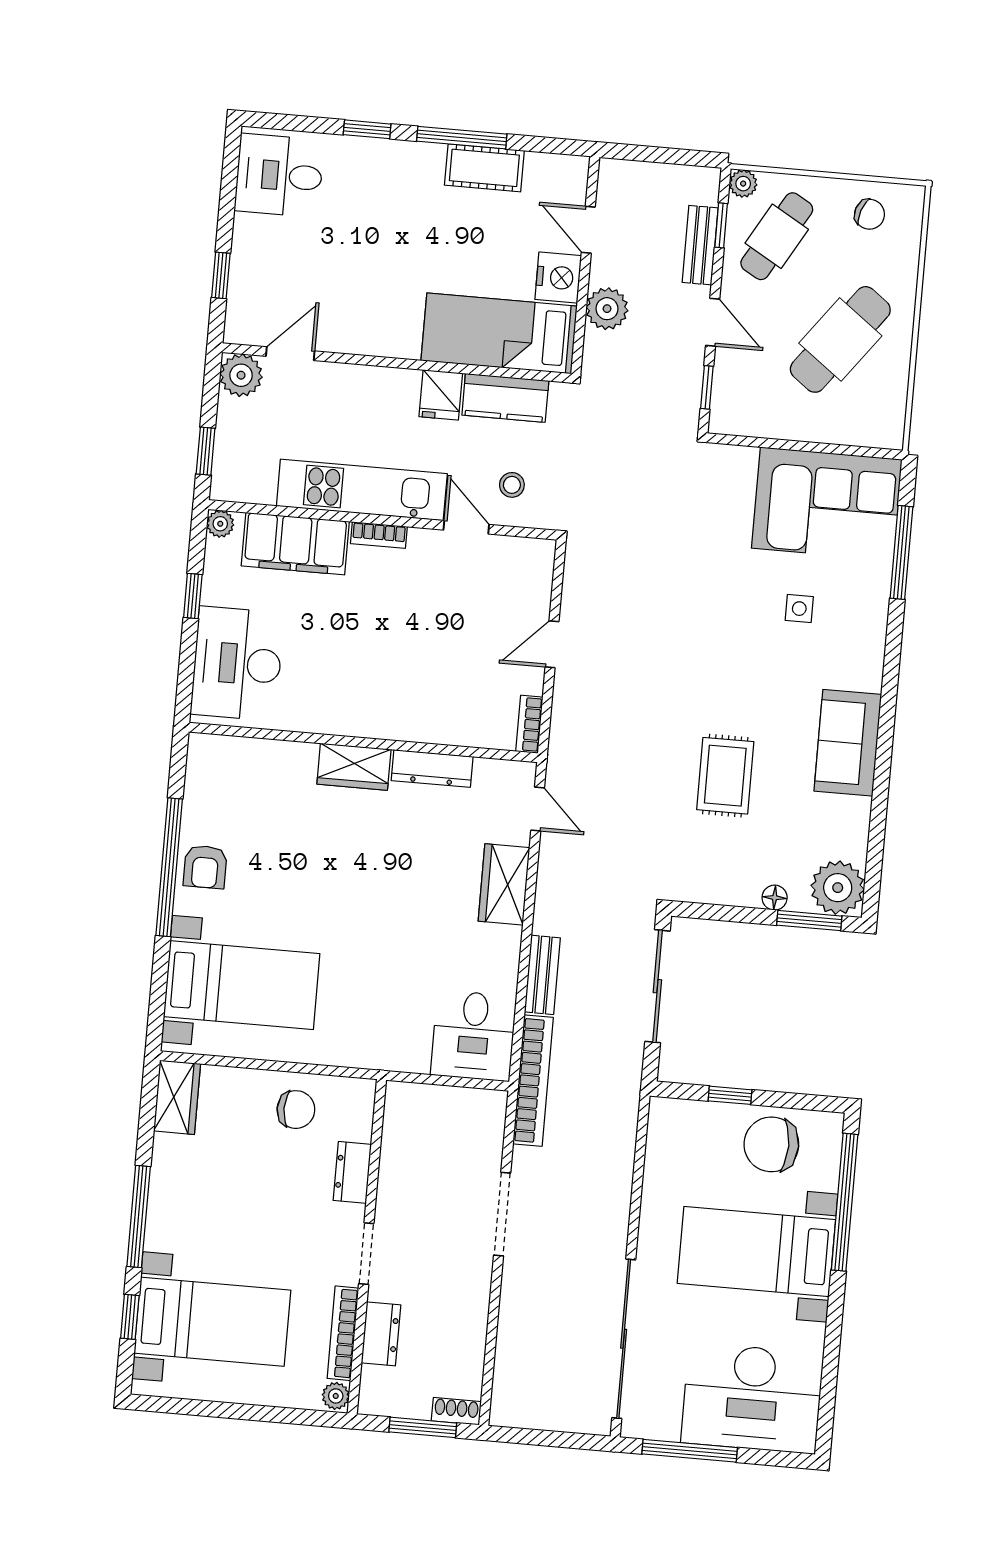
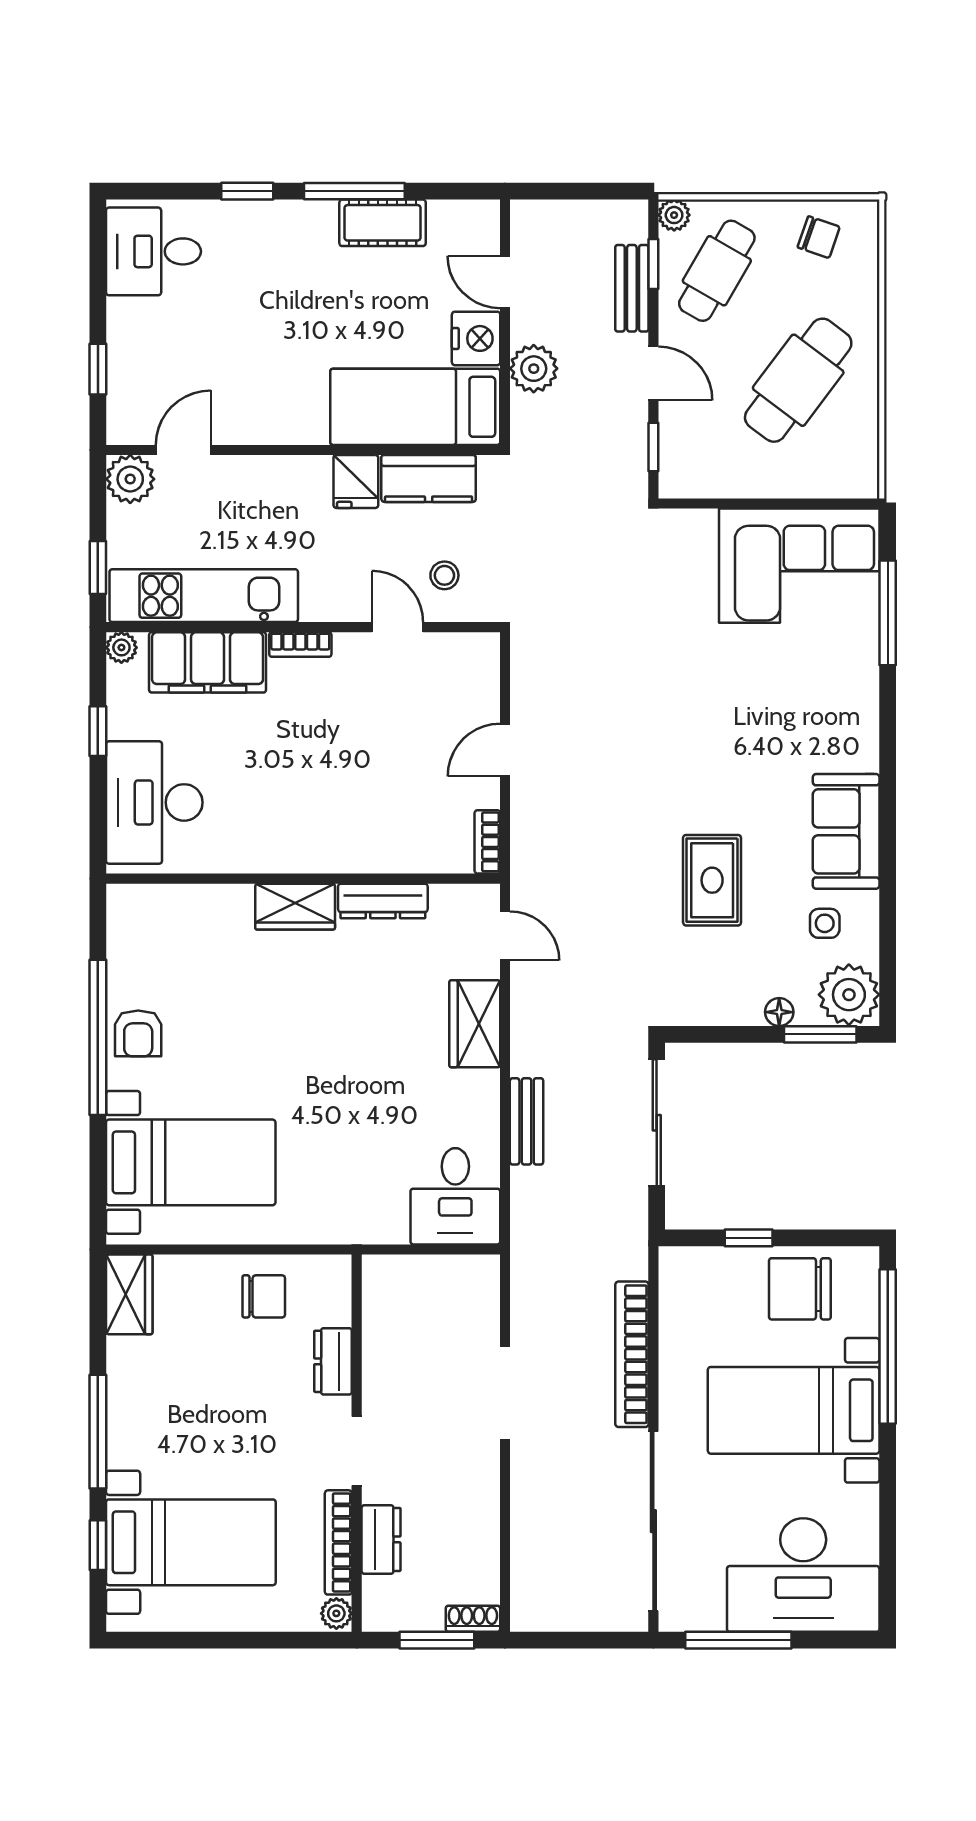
kitchen unit: (362, 490) -> (204, 596), moved
side table: (799, 609) -> (825, 923), moved
bookcase: (533, 1081) -> (632, 1354), moved, turned 180

